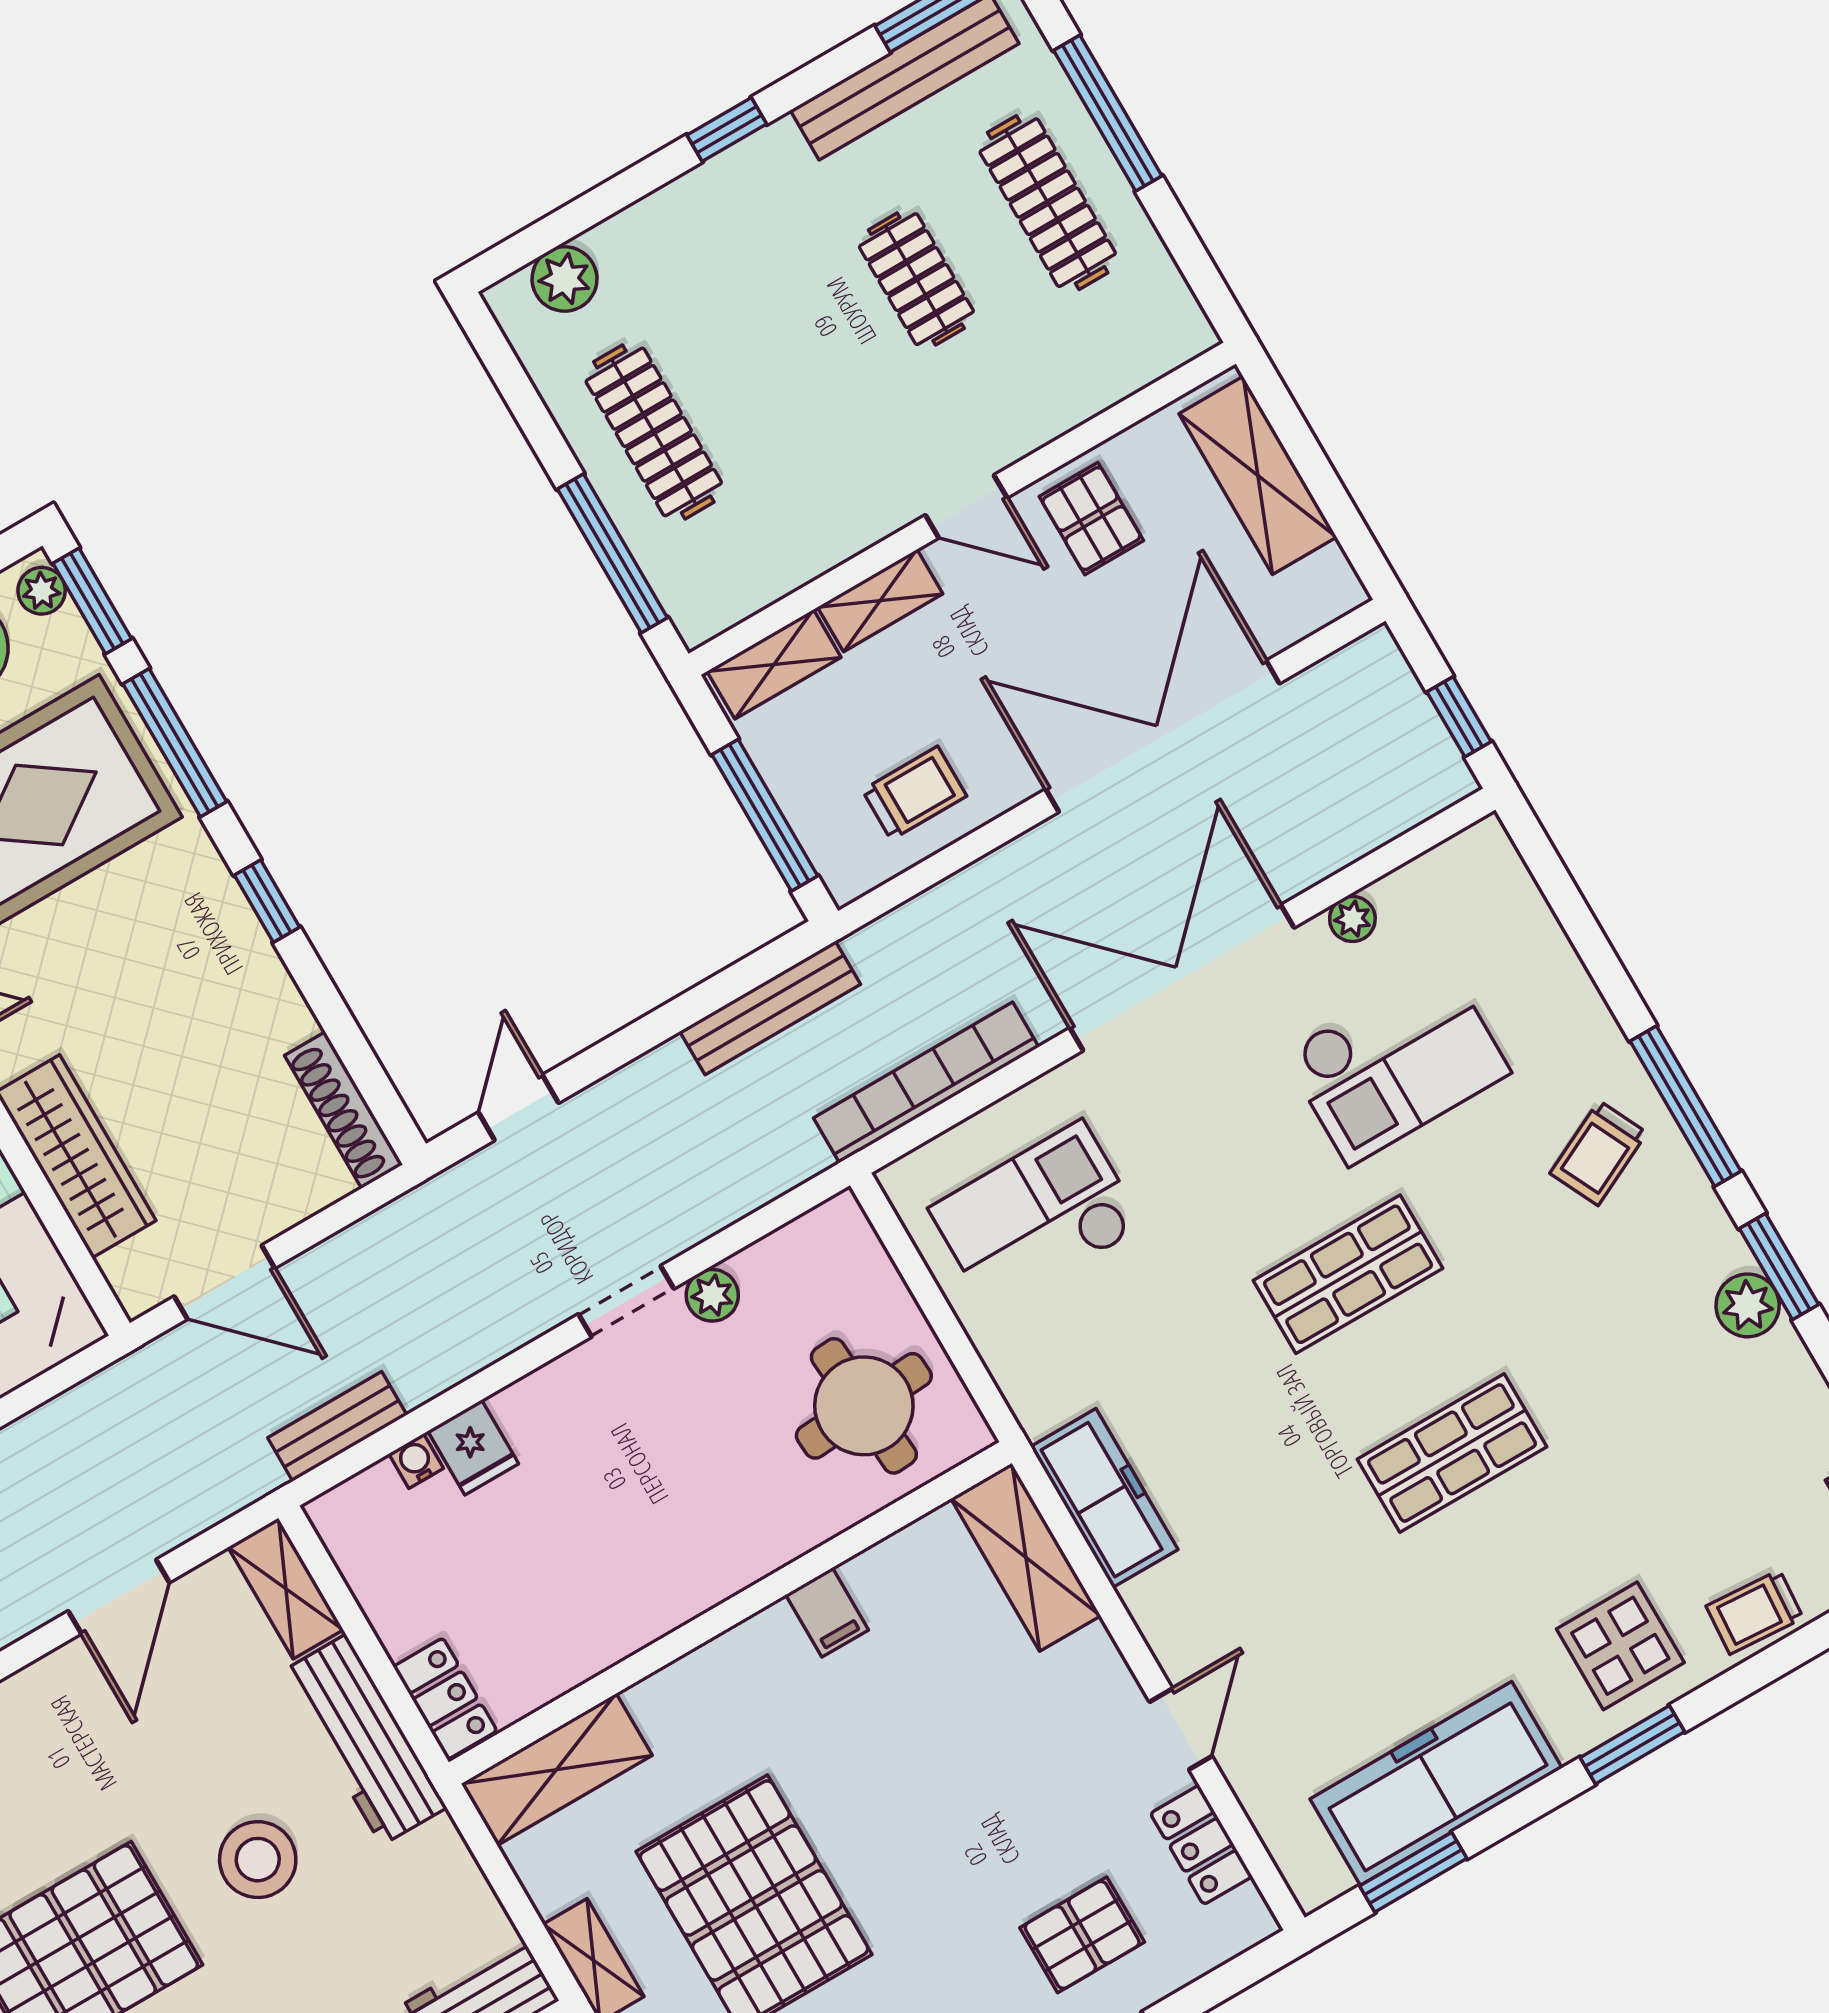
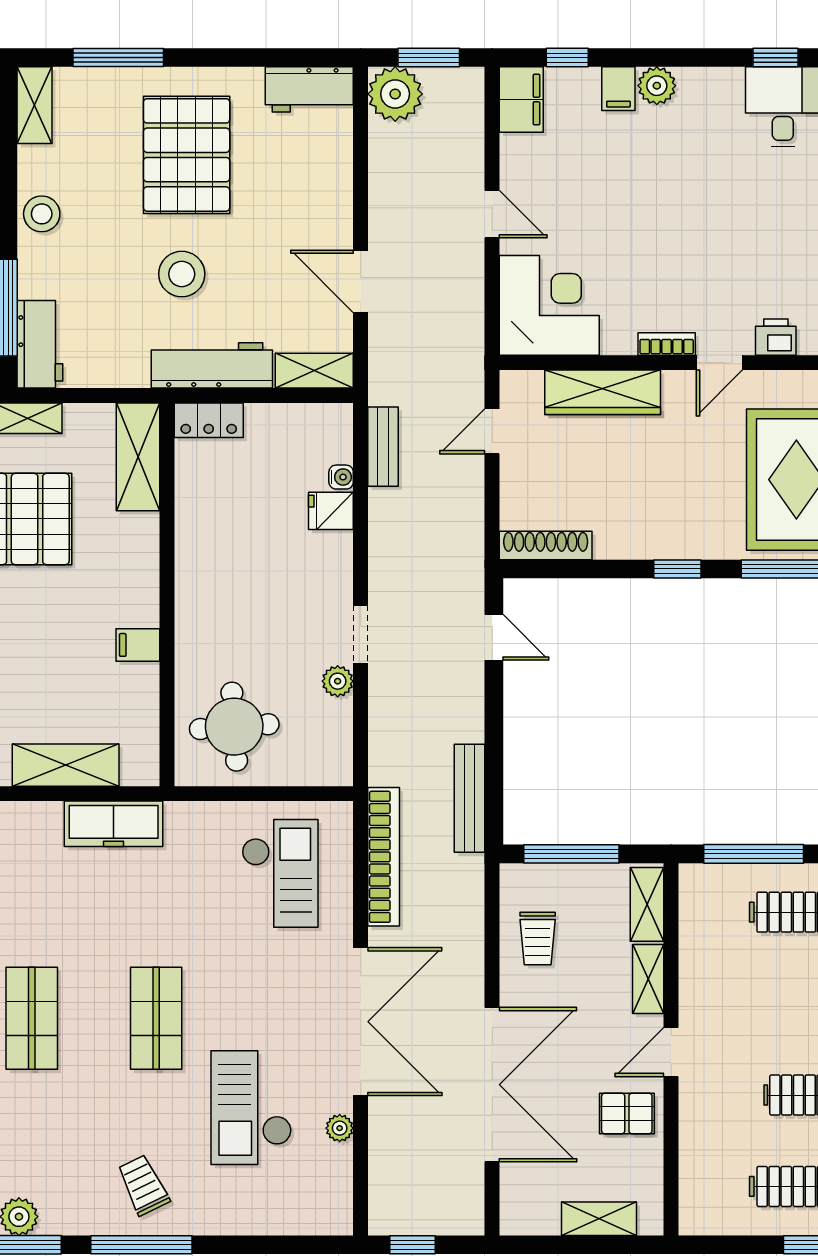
shelving: (1258, 475) -> (599, 1219), width x0.67, depth x0.75
door: (224, 1282) -> (492, 431), width x0.73
shelving: (1026, 1557) -> (66, 765), moved

